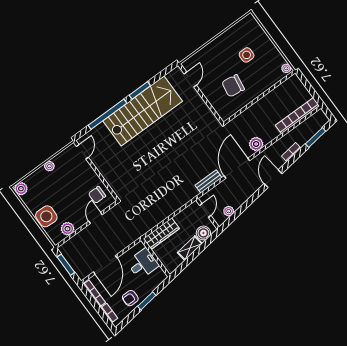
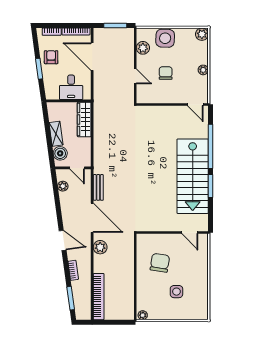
chair: (97, 195) -> (166, 73), moved

